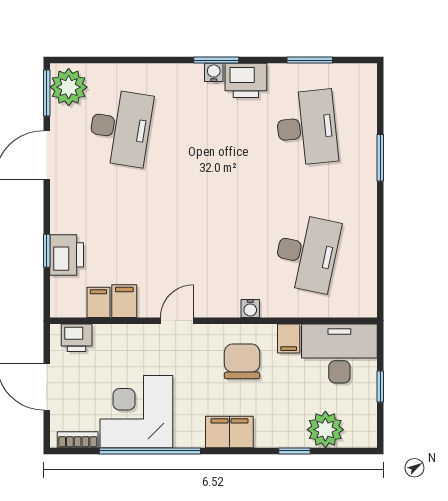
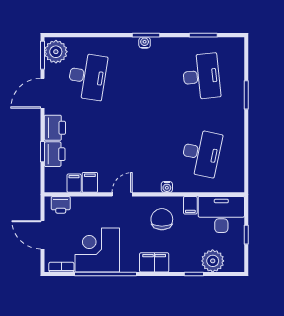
printer: (246, 80) -> (55, 128), moved, turned -90

